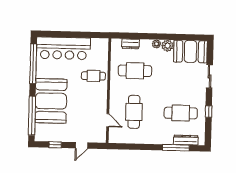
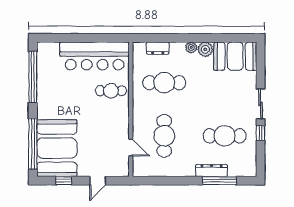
bar counter: (63, 48) -> (95, 56), moved
sliding door: (209, 76) -> (261, 104), moved
booth: (51, 101) -> (57, 148), moved
dresser: (186, 140) -> (212, 171), moved

